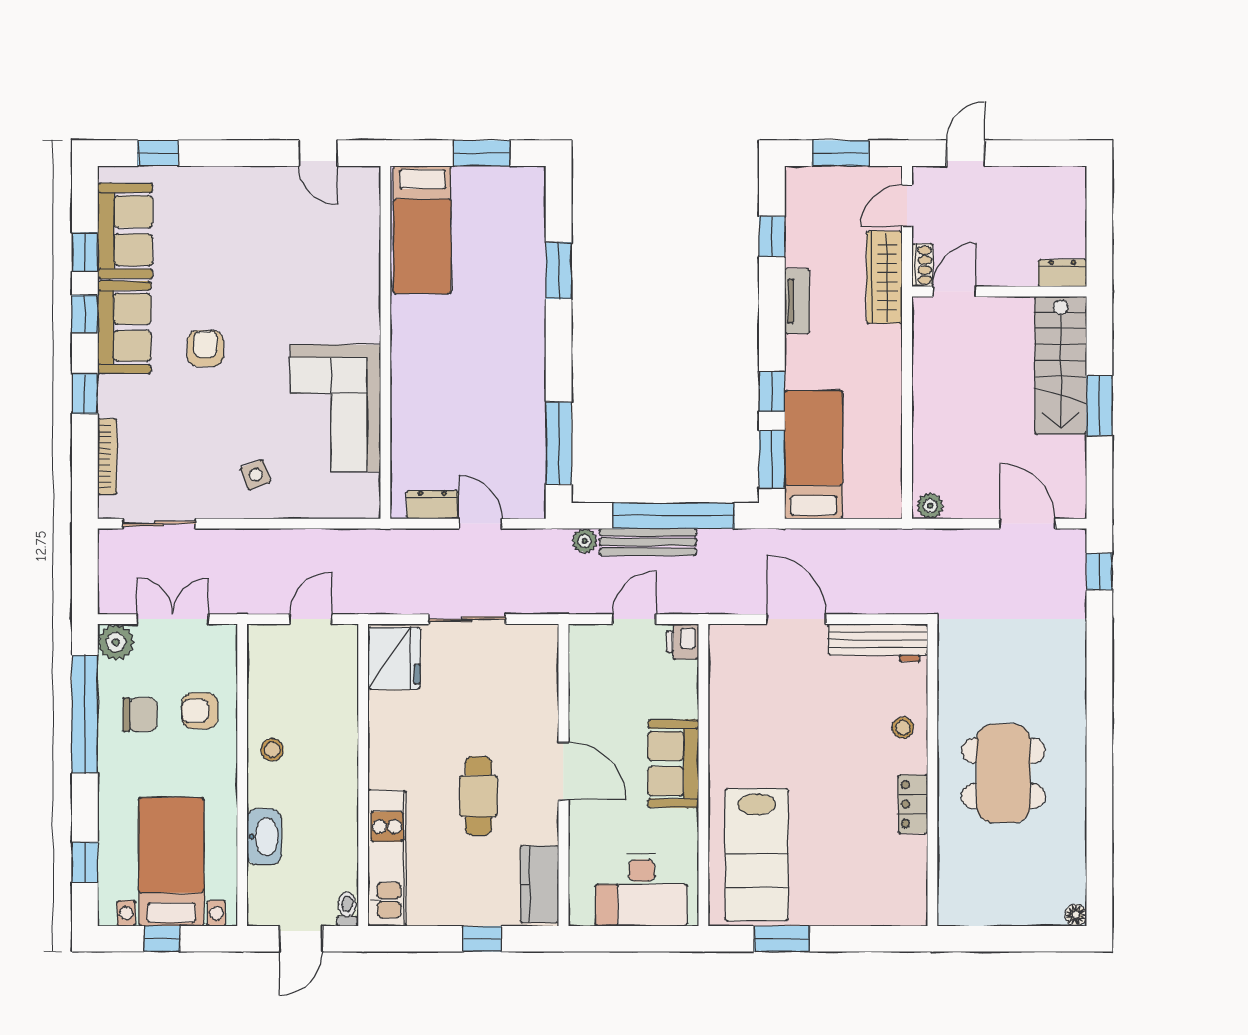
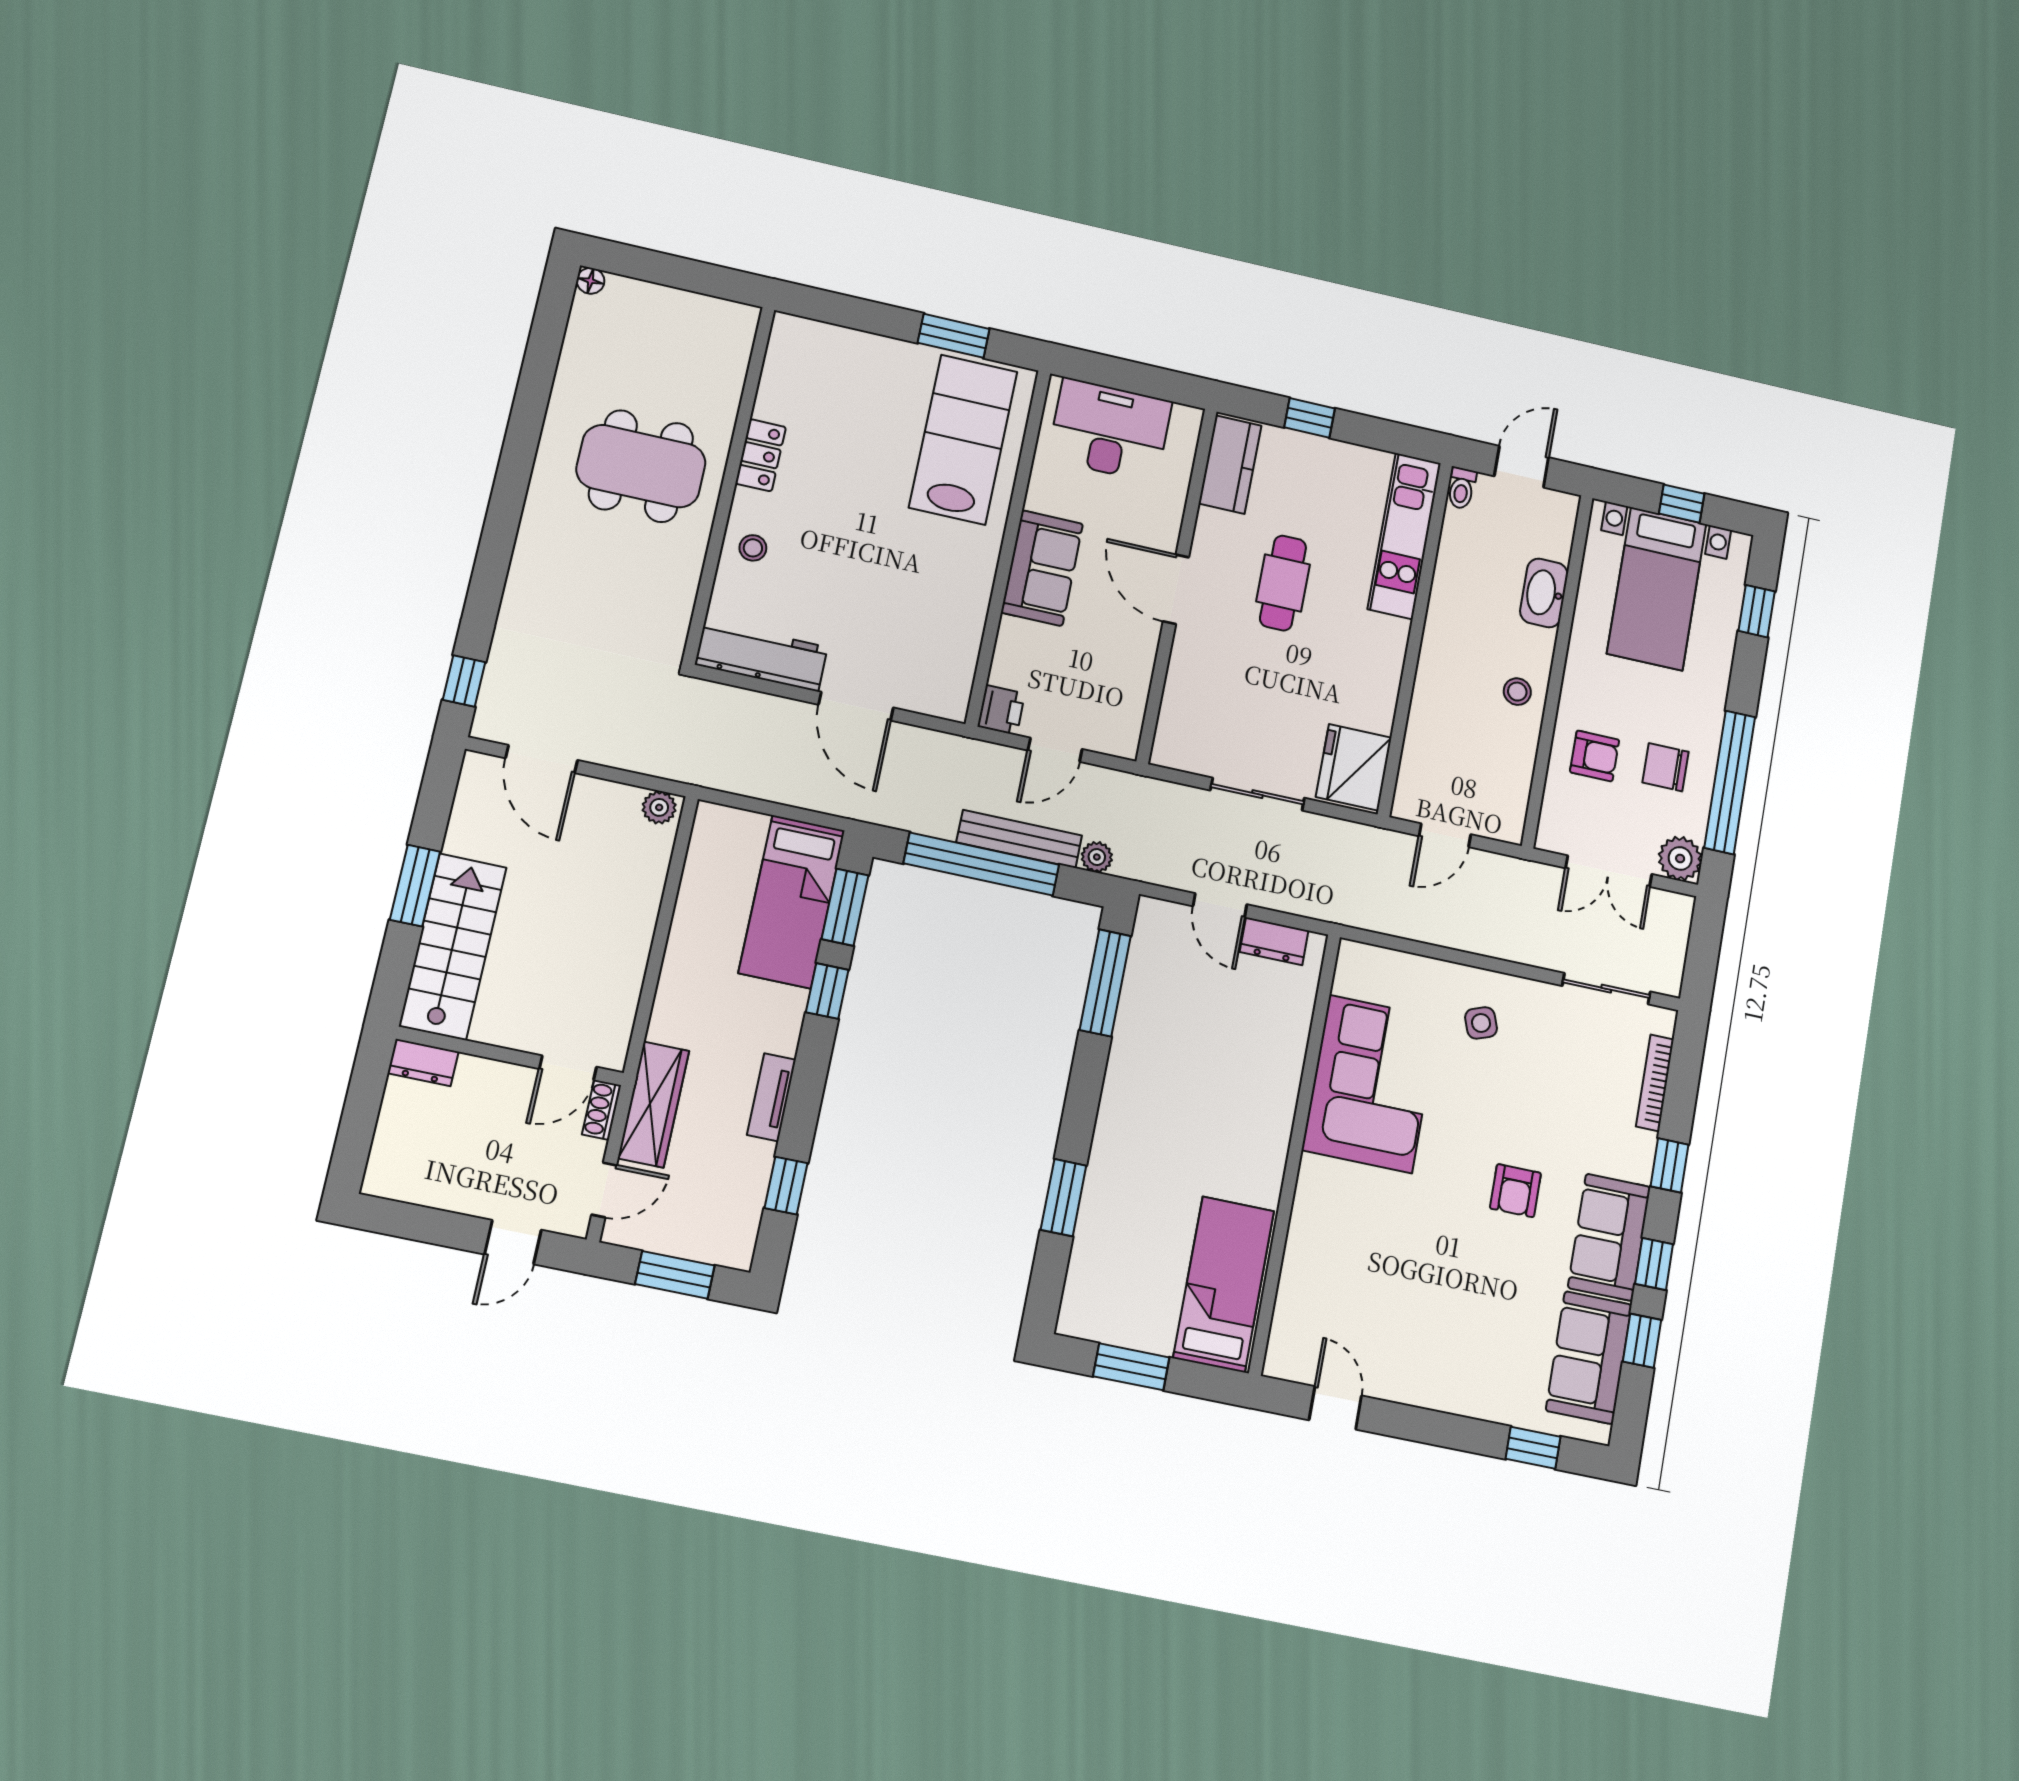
dining table: (1003, 773) -> (641, 466), turned 90

